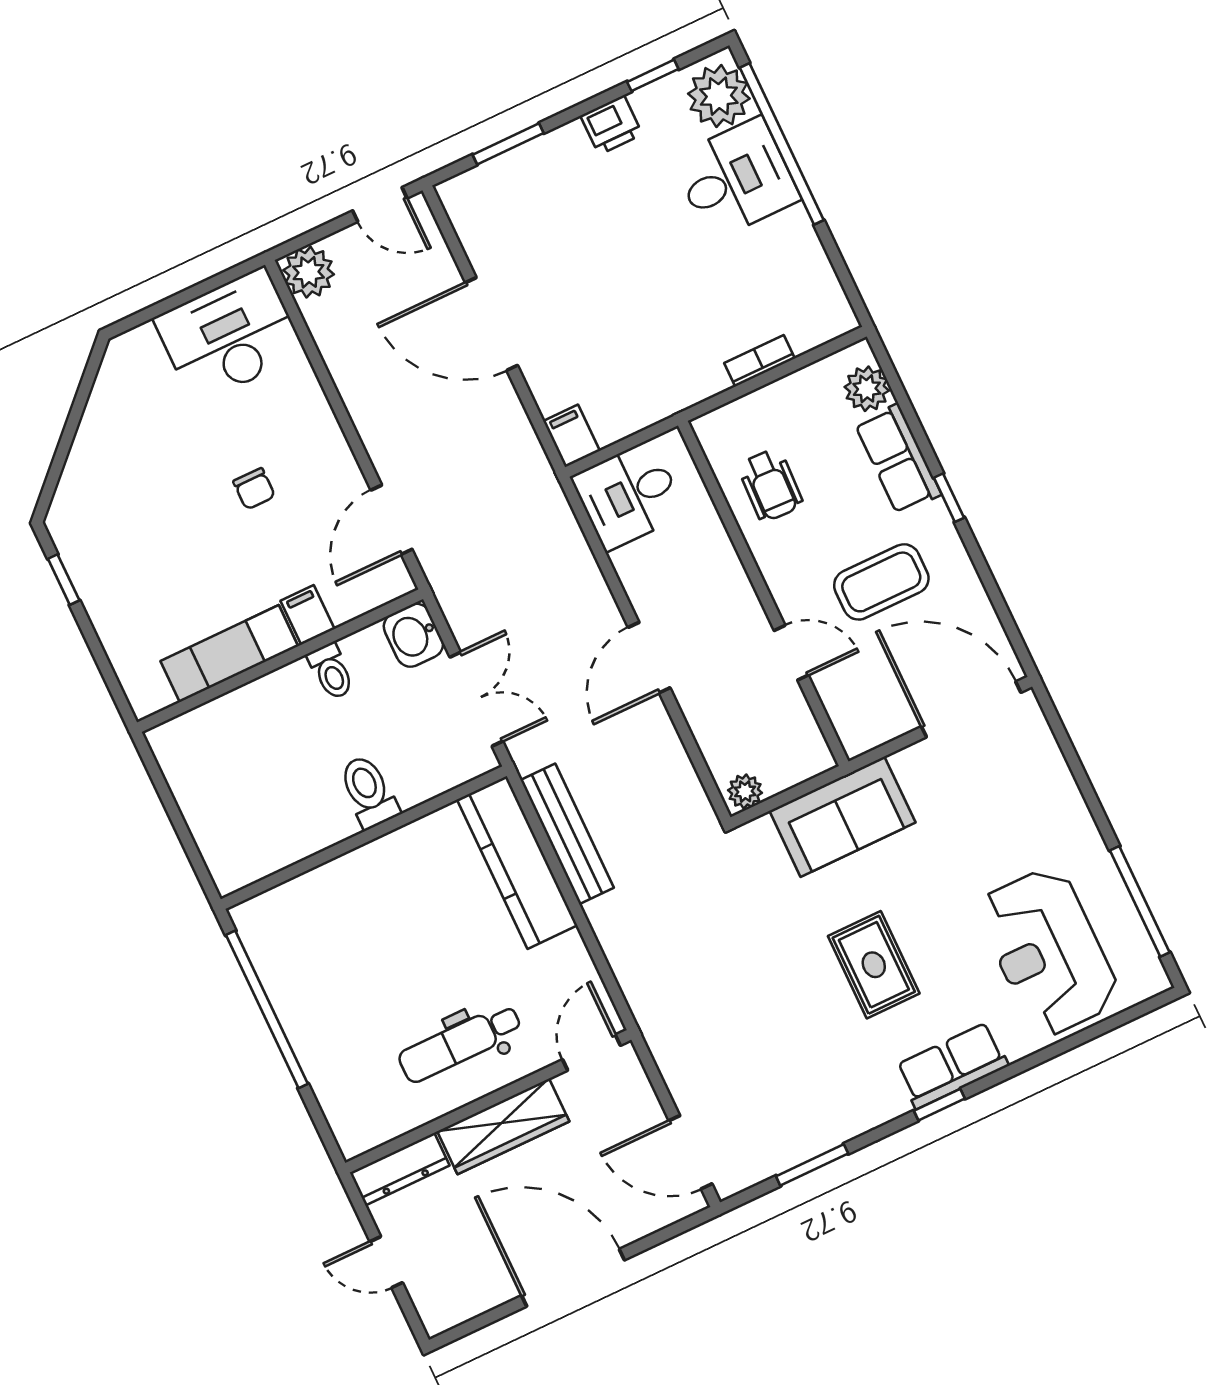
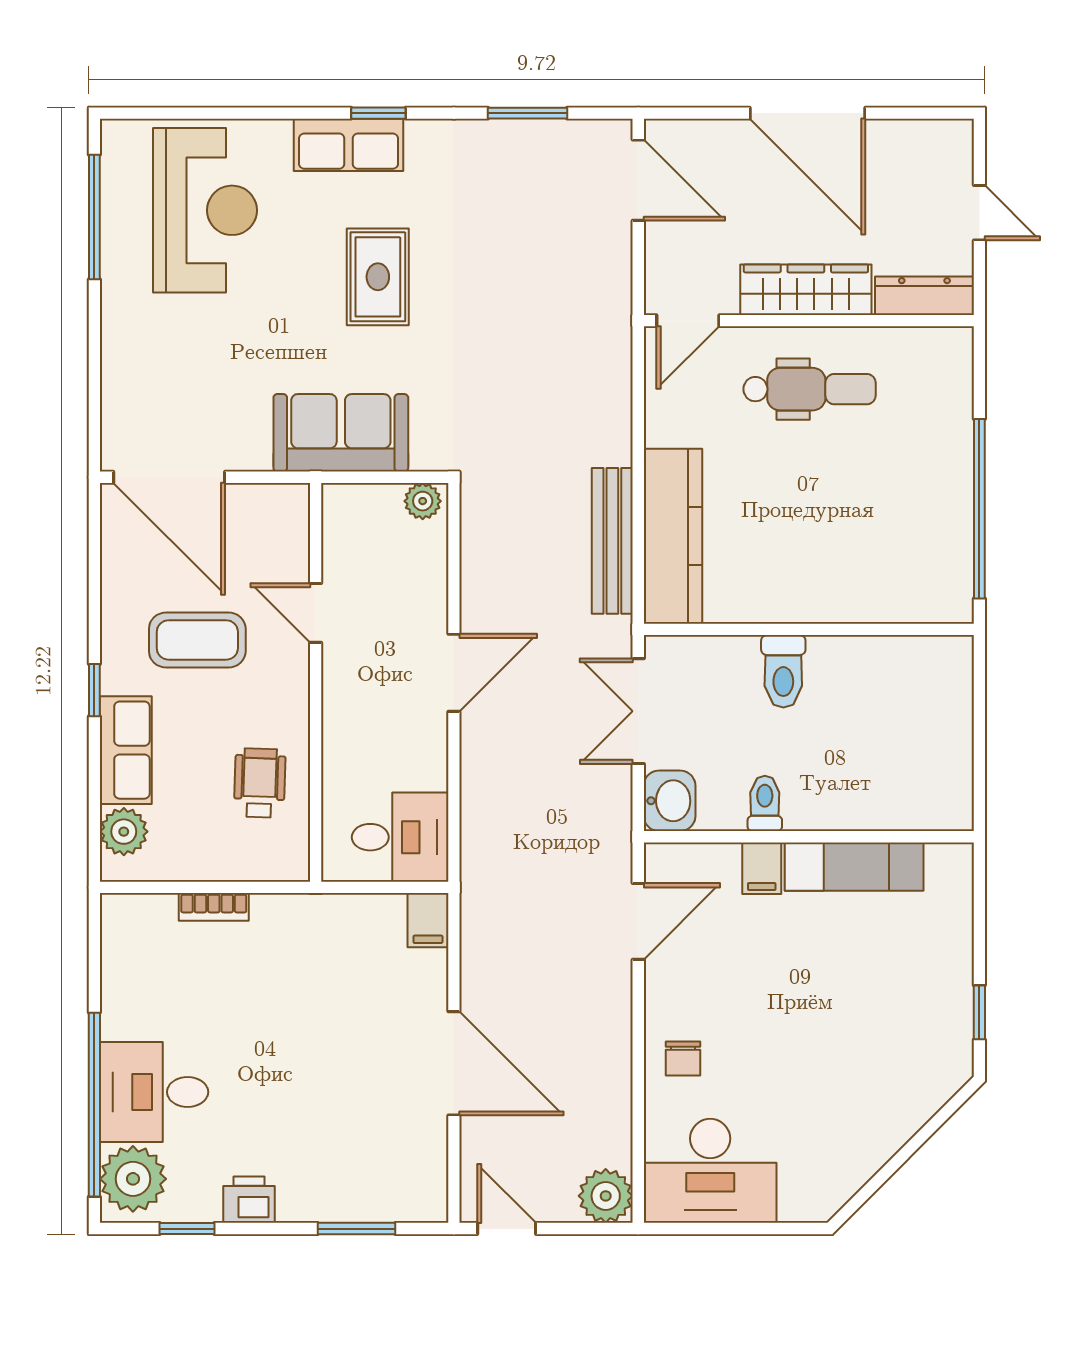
chair: (254, 489) -> (683, 1058), moved, turned 180

